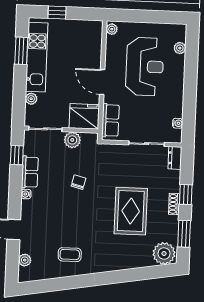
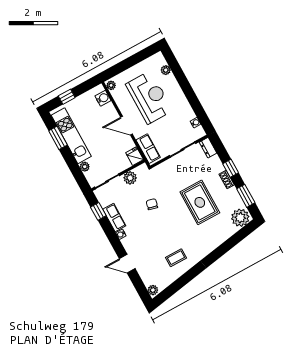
water cooler: (95, 37) -> (103, 98), added
fridge: (84, 116) -> (135, 156), width x0.53, depth x0.75
plant: (25, 260) -> (153, 290), moved

